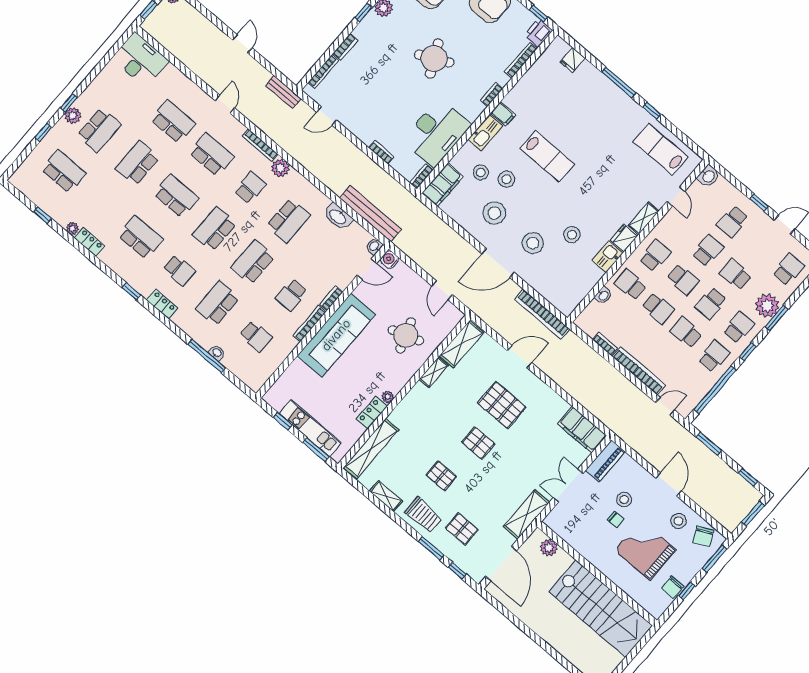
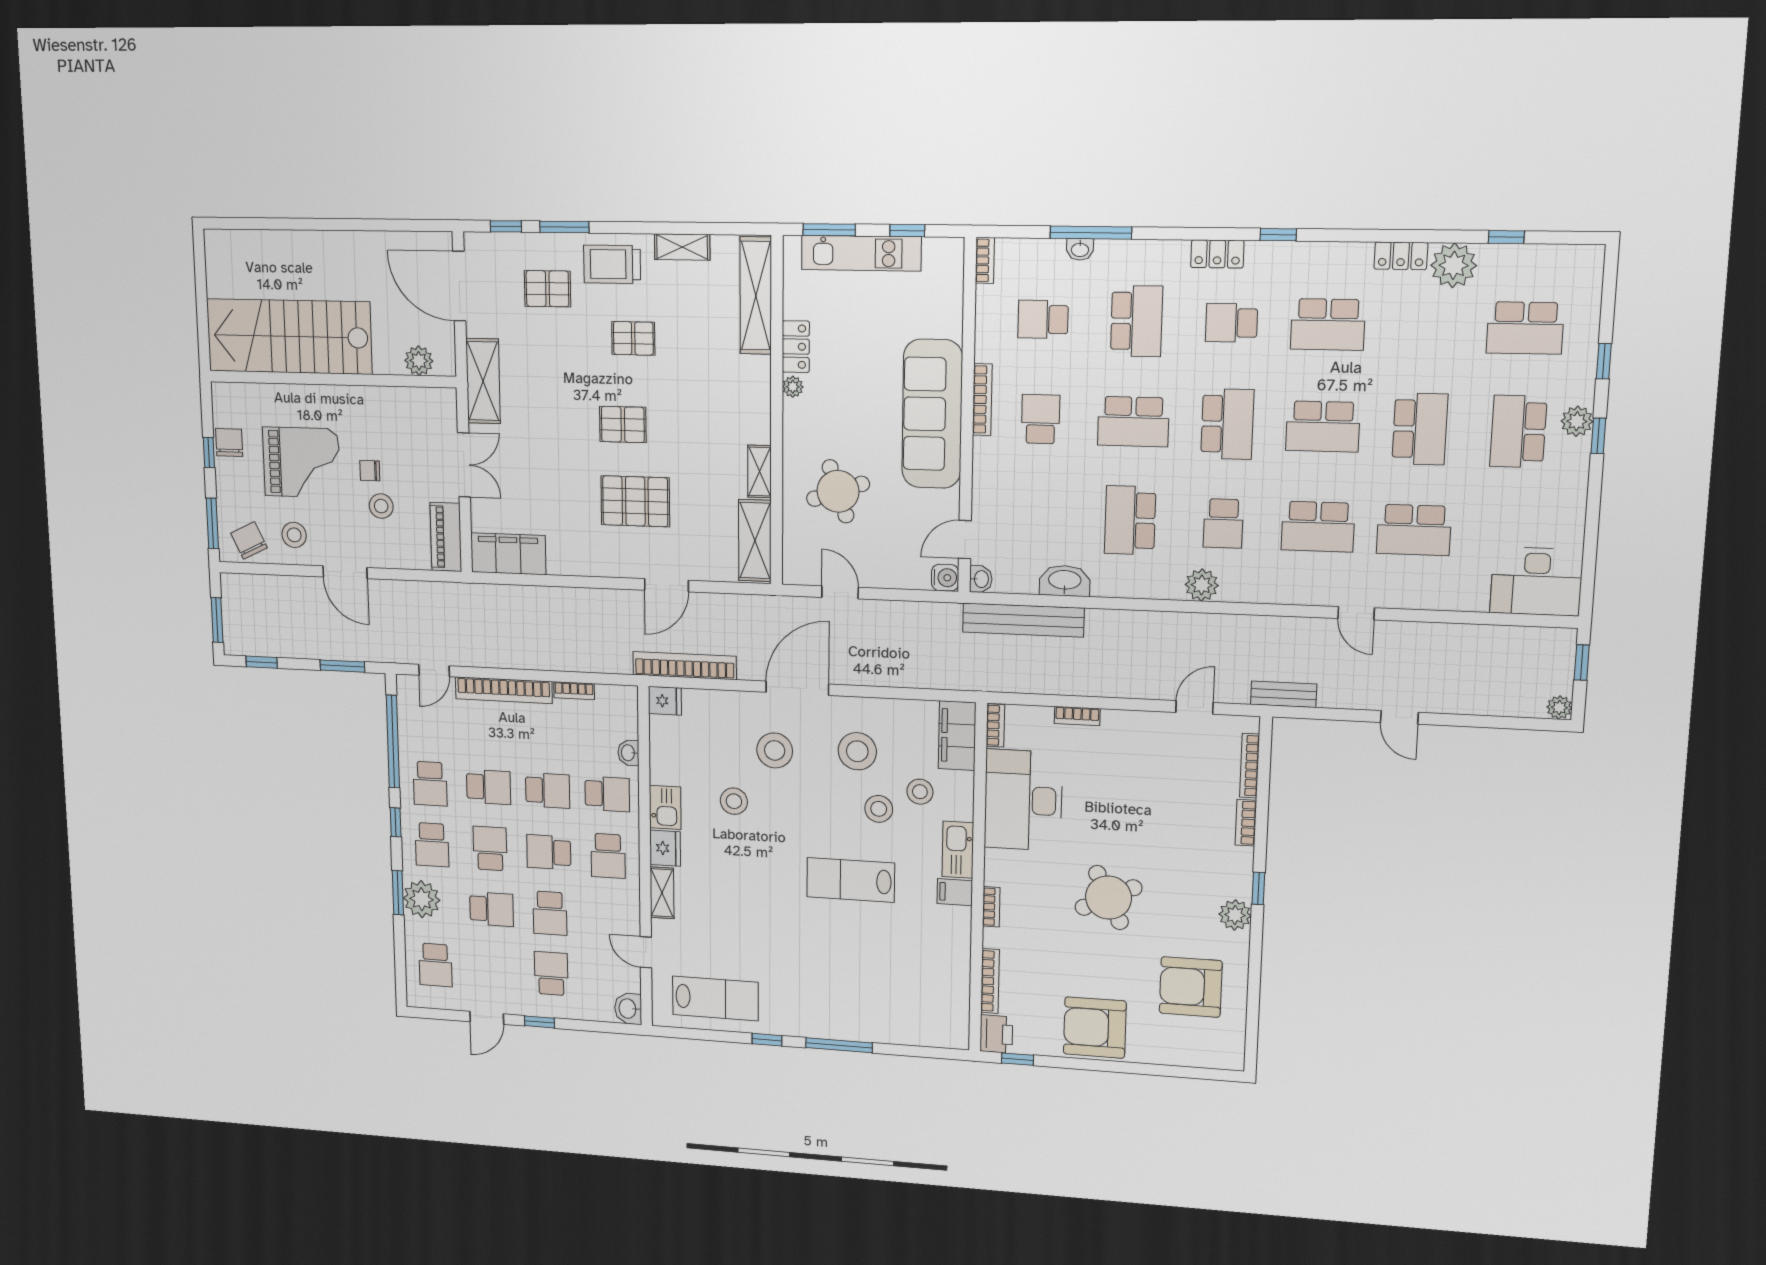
fridge: (573, 60) -> (665, 701), moved, turned 90
bookcase: (260, 145) -> (1257, 595), removed
plant: (72, 228) -> (1454, 265), width x1.88, depth x1.88
school desk: (253, 262) -> (1133, 422), turned 90
bookcase: (331, 298) -> (985, 260), moved
school desk: (658, 308) -> (548, 790), turned 180

